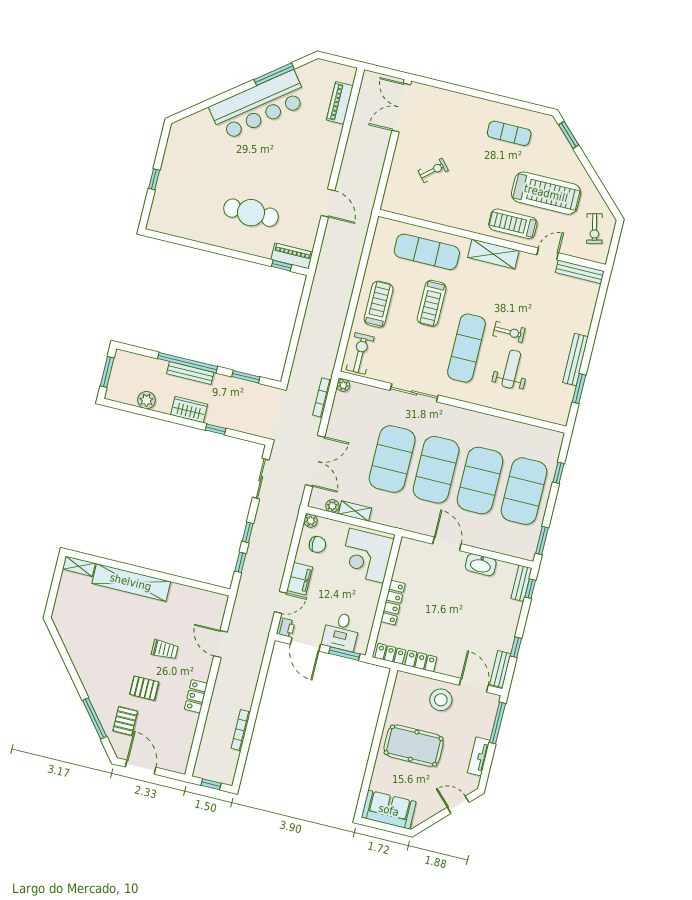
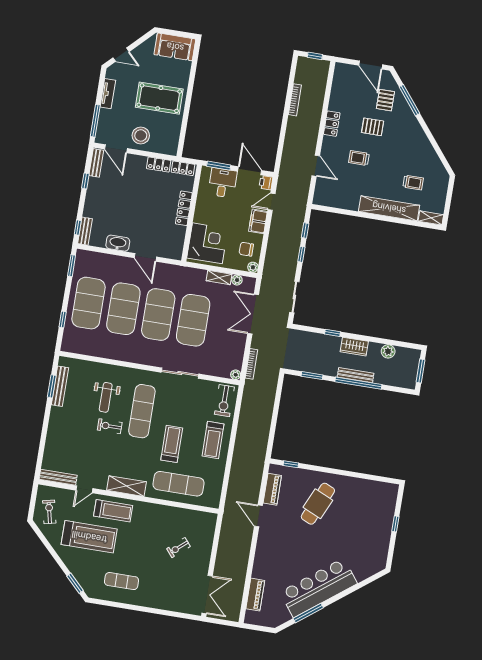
treadmill: (546, 193) -> (89, 537), turned 180
cafe table: (251, 213) -> (318, 504), turned -66
piano: (292, 256) -> (272, 489), moved, turned -90
bench: (575, 360) -> (60, 386), moved
trolley: (98, 613) -> (413, 182), added

